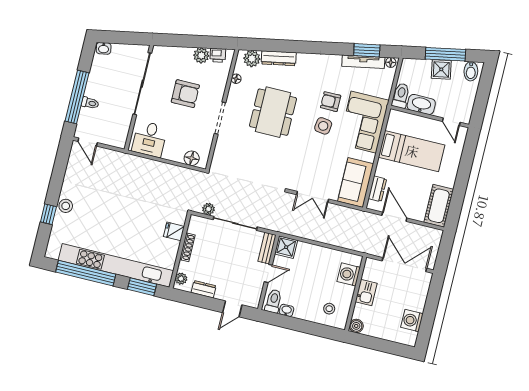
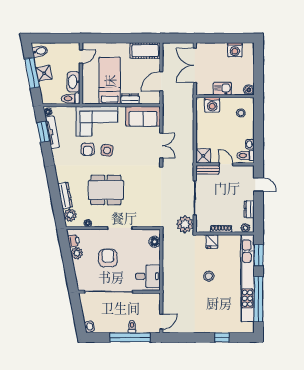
dresser: (377, 189) -> (130, 99), moved
stool: (66, 206) -> (209, 276), moved
plant: (208, 209) -> (185, 224), width x1.88, depth x1.88

